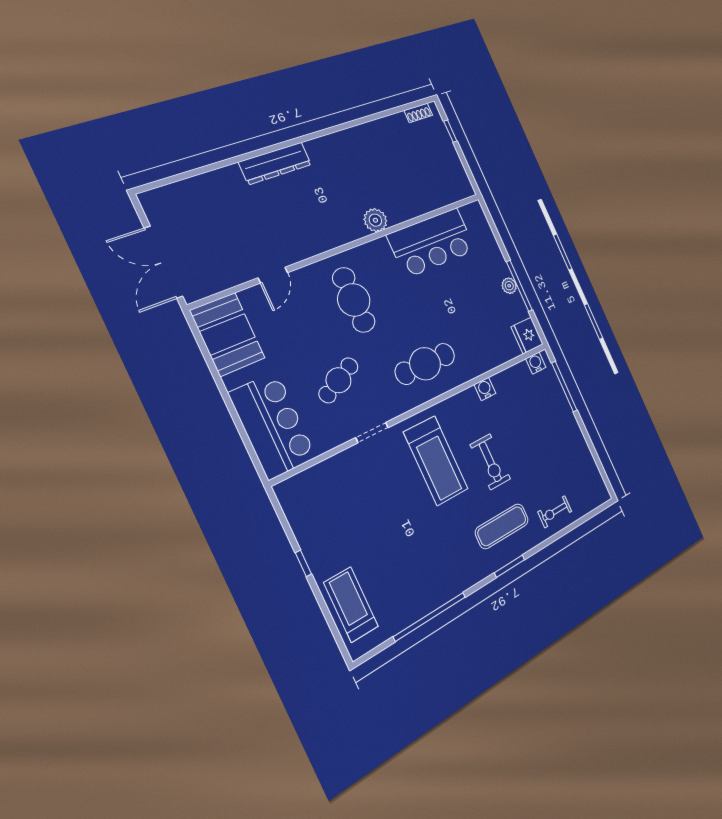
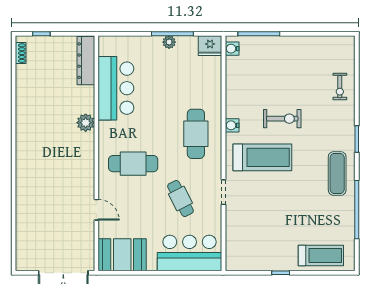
dresser: (275, 163) -> (86, 61), moved, turned 180
water cooler: (485, 389) -> (232, 125), moved
exercise mat: (502, 526) -> (337, 173), moved
treadmill: (351, 605) -> (321, 256), turned 180

